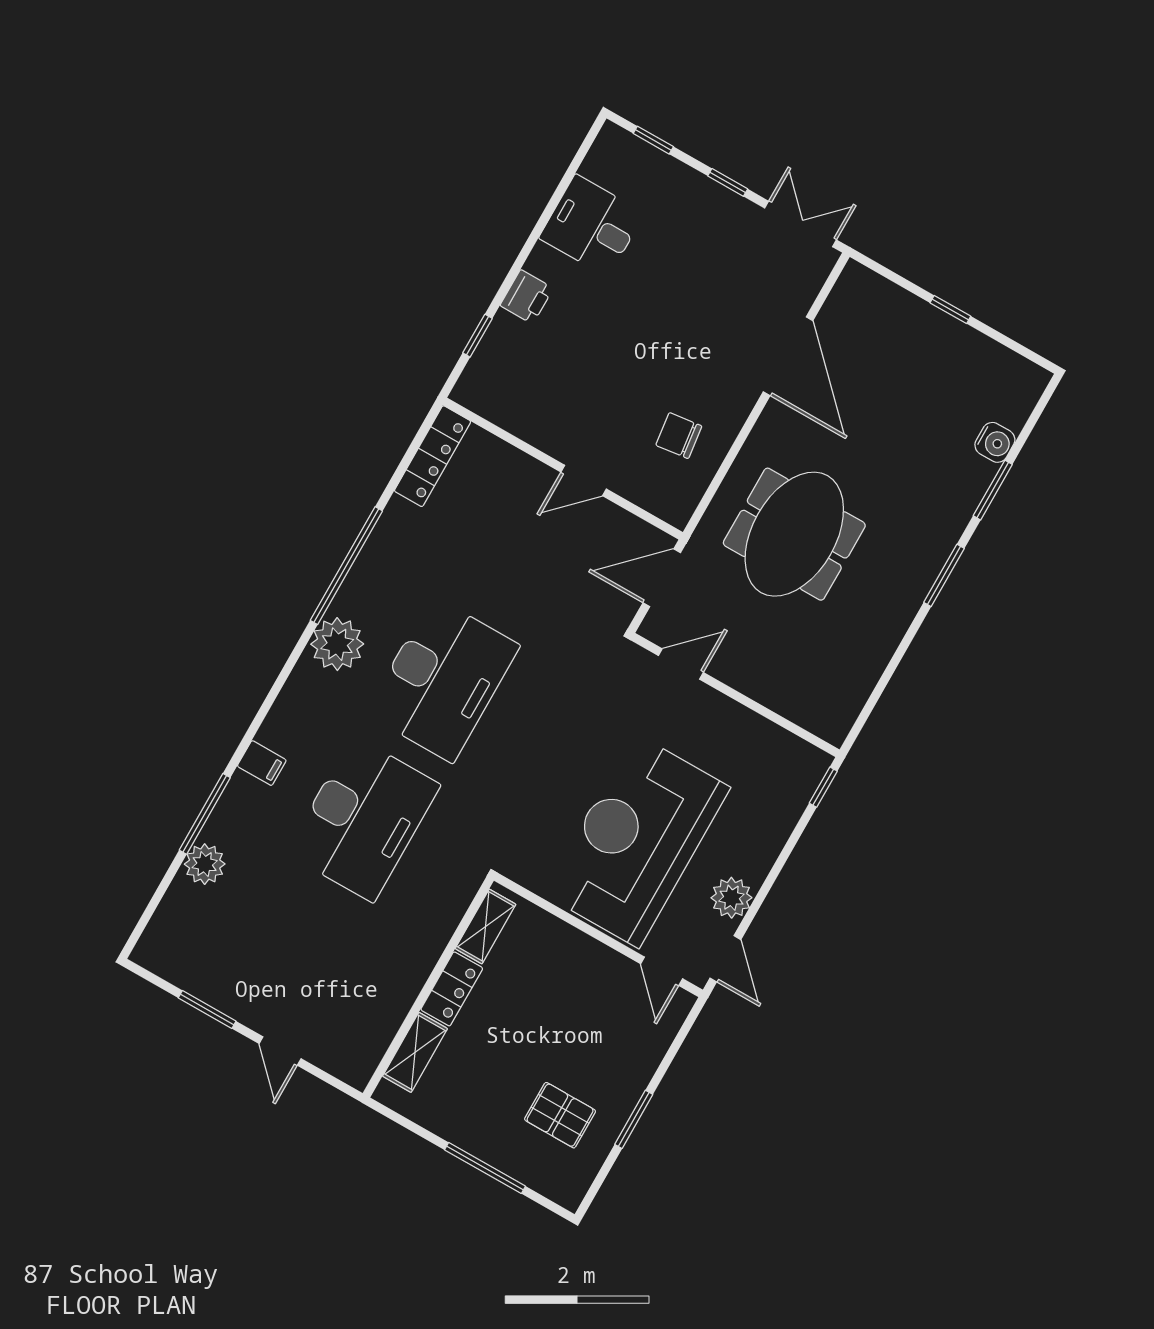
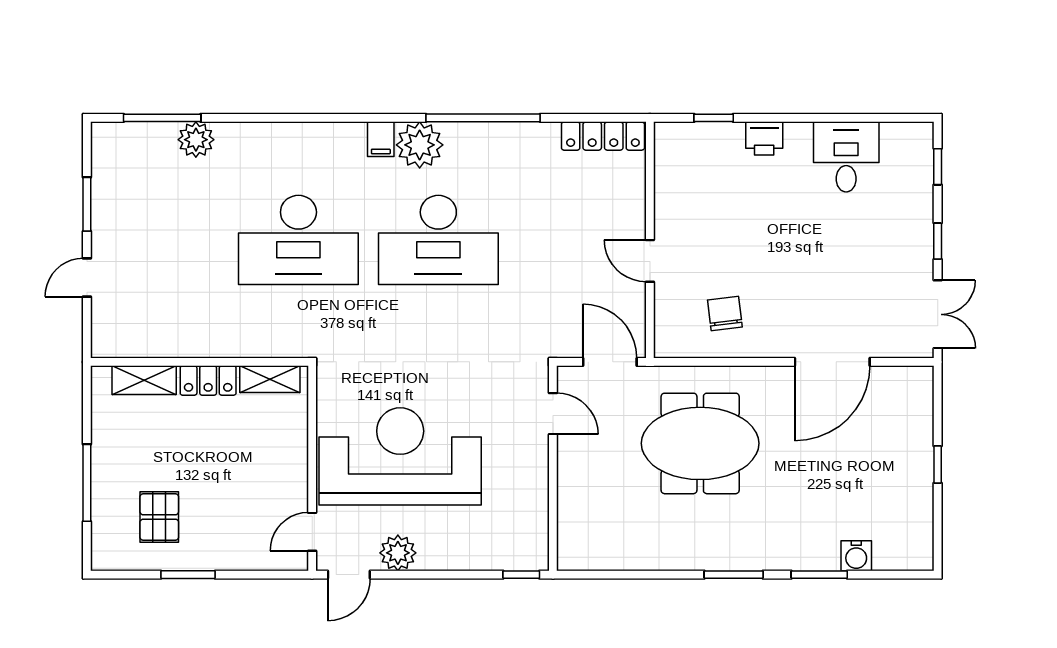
filing cabinet: (262, 763) -> (381, 139), moved
window: (205, 814) -> (162, 118), moved

